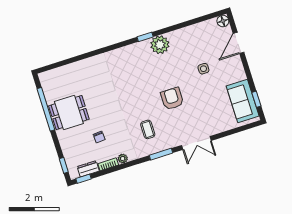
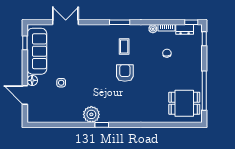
floor lamp: (223, 21) -> (32, 80), moved
door: (239, 43) -> (25, 95), swing flipped
armchair: (172, 99) -> (125, 73), moved, turned 180
sofa: (243, 101) -> (37, 51), width x1.36
dining table: (69, 112) -> (184, 103), moved
double door: (196, 143) -> (66, 22), moved

